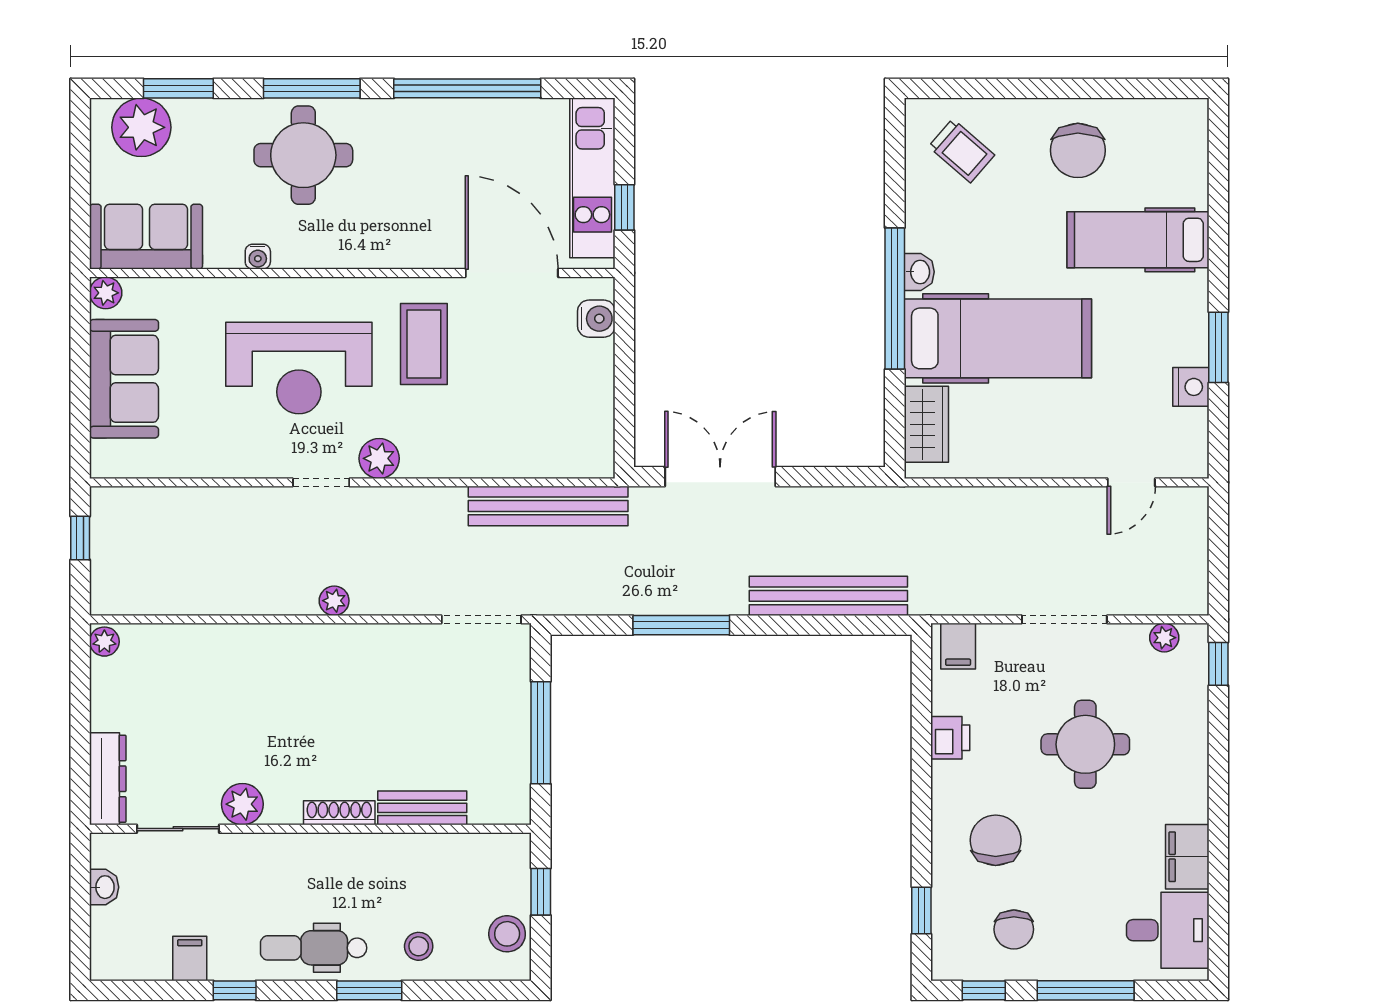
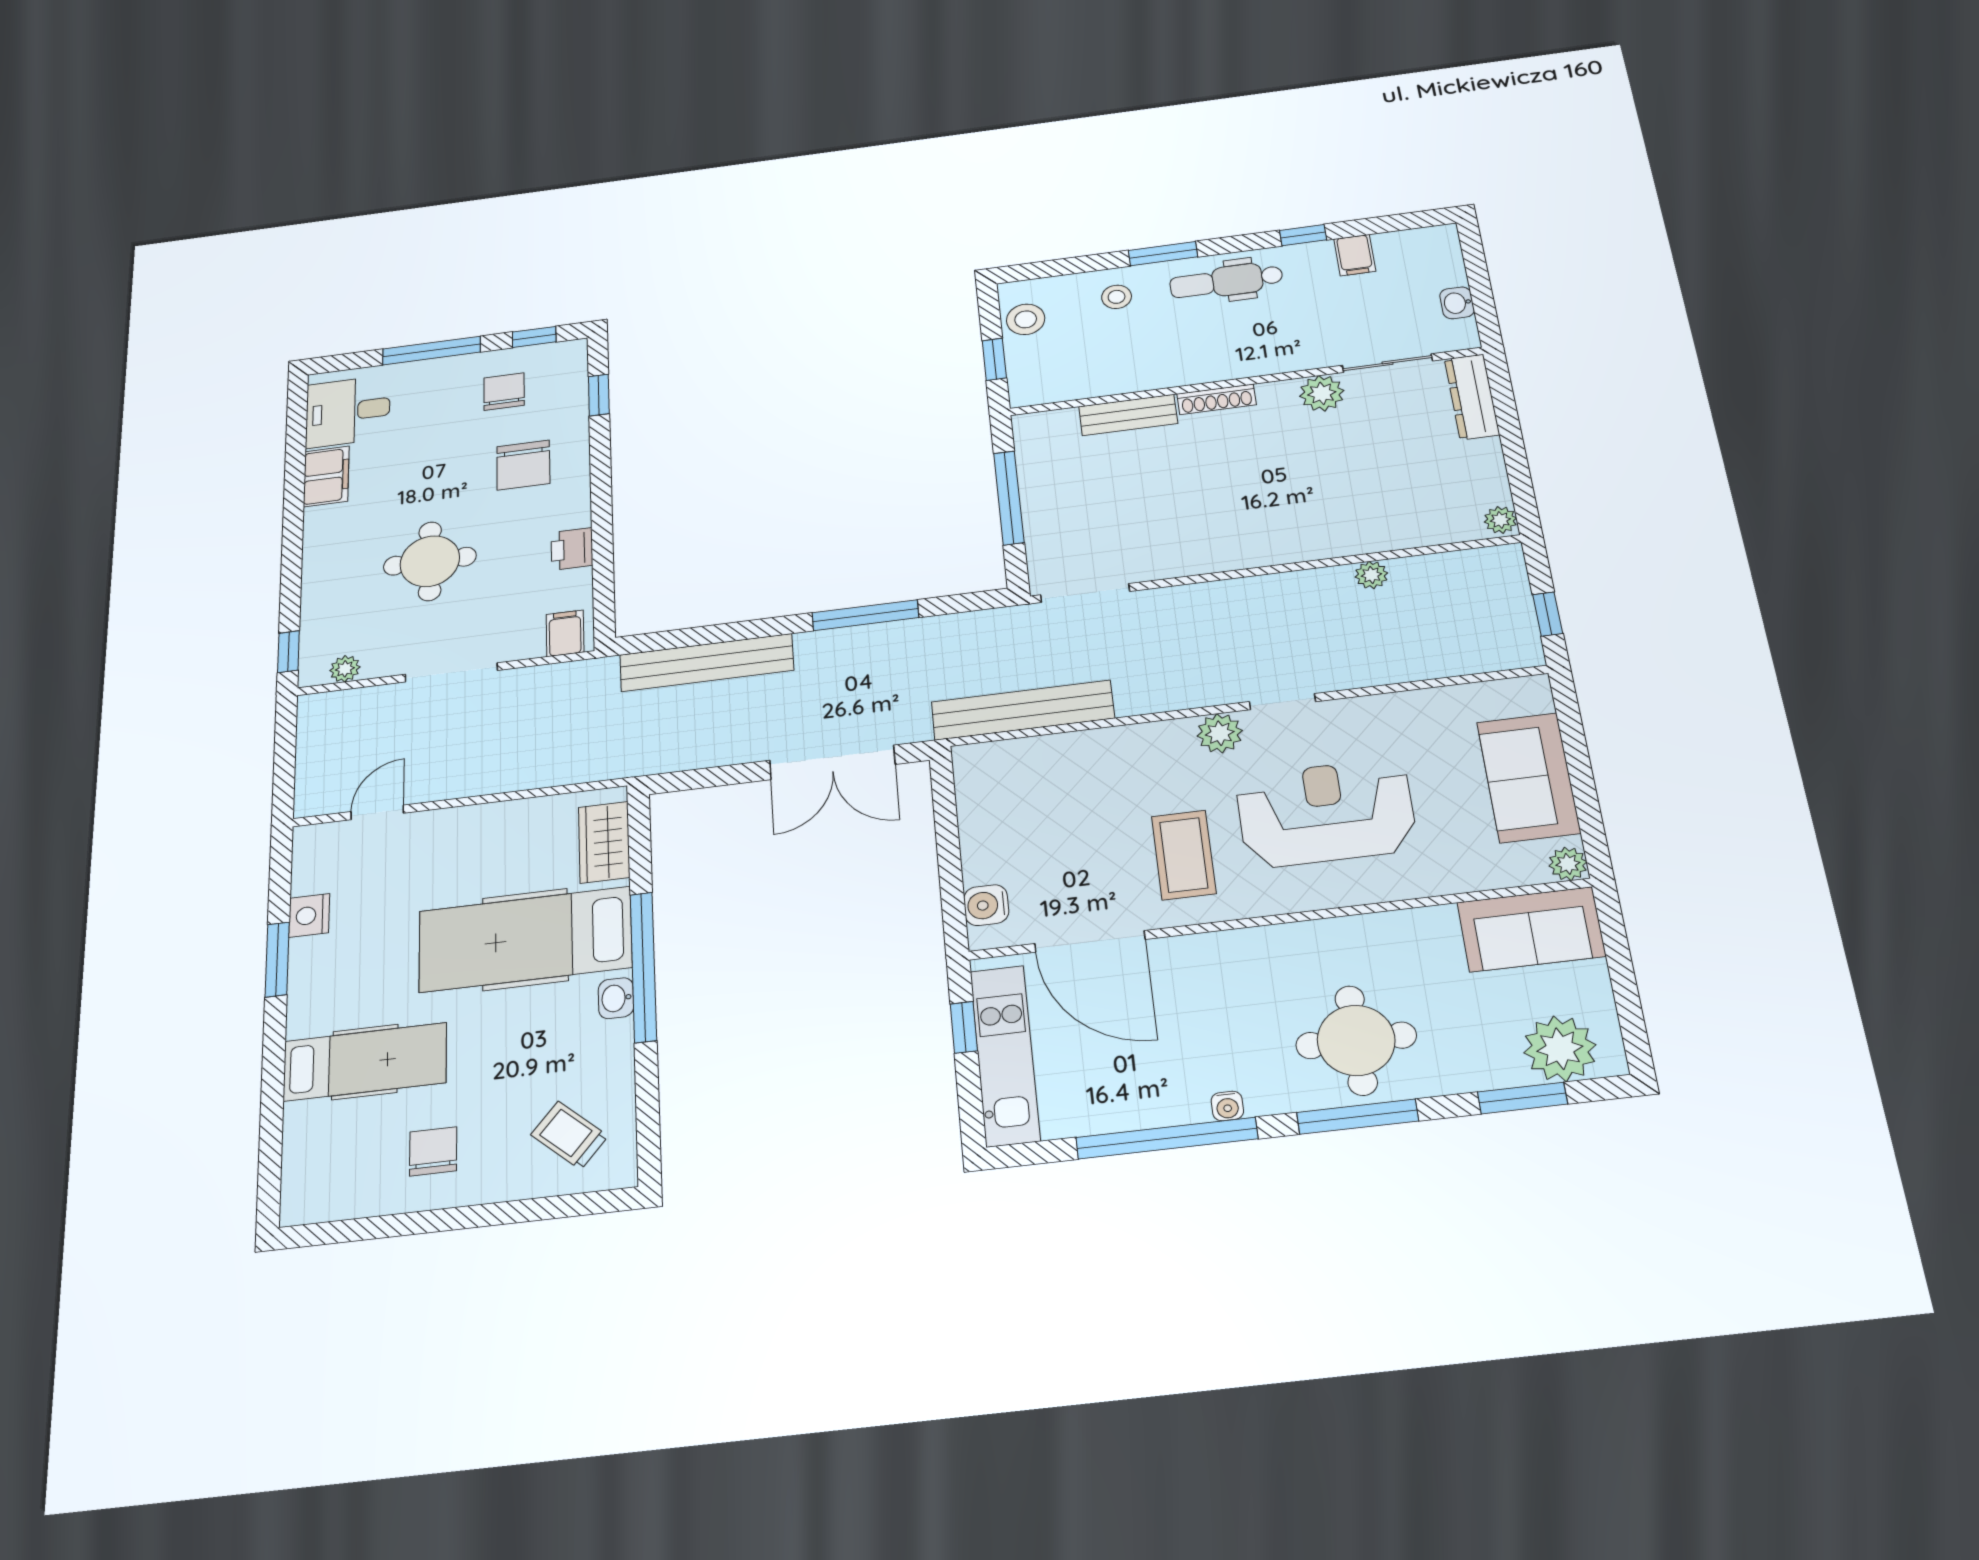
chair: (1078, 150) -> (433, 1151), width x0.73, depth x0.73
water cooler: (258, 257) -> (1227, 1106), moved, turned 180
plant: (334, 601) -> (1371, 575), moved
dental chair: (314, 948) -> (1226, 281), turned 180

